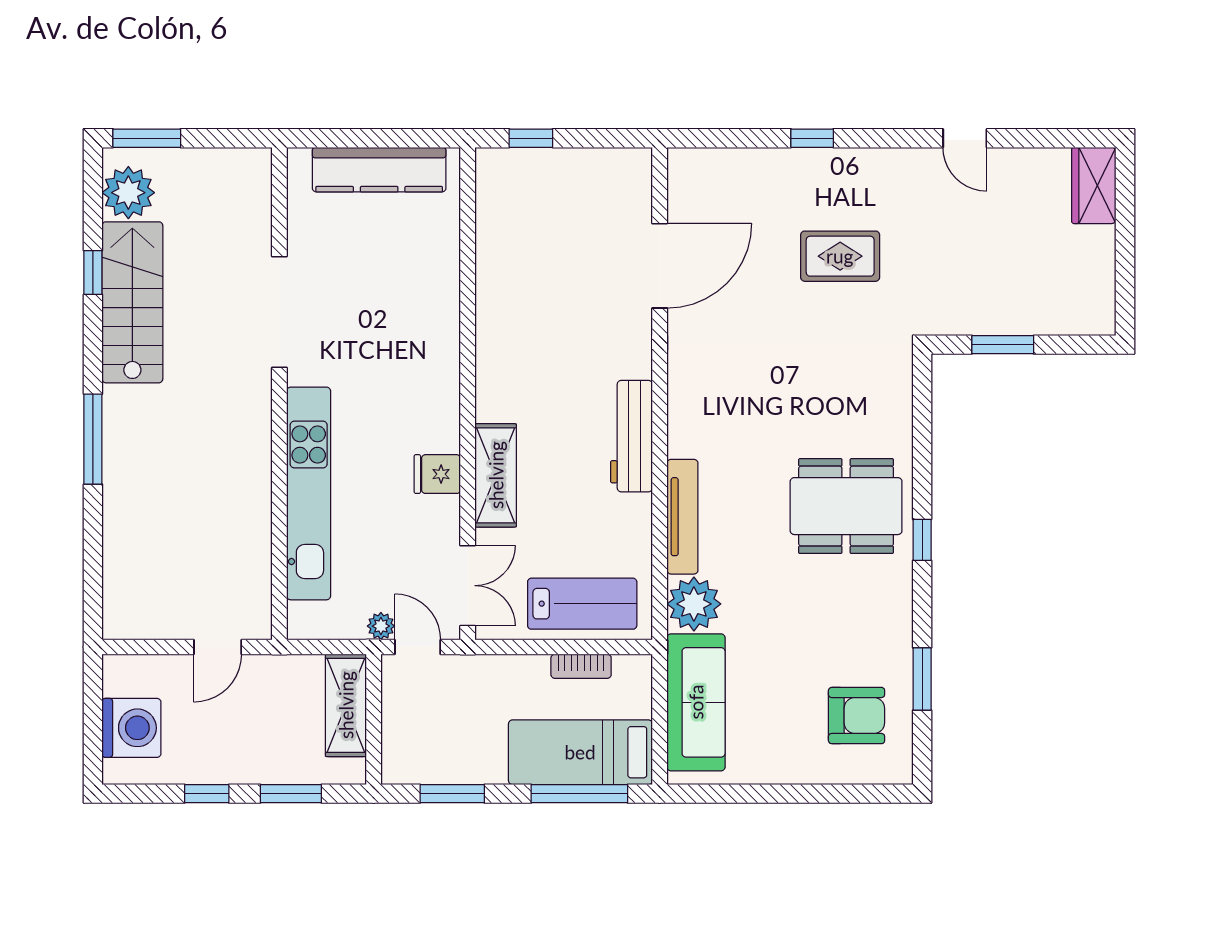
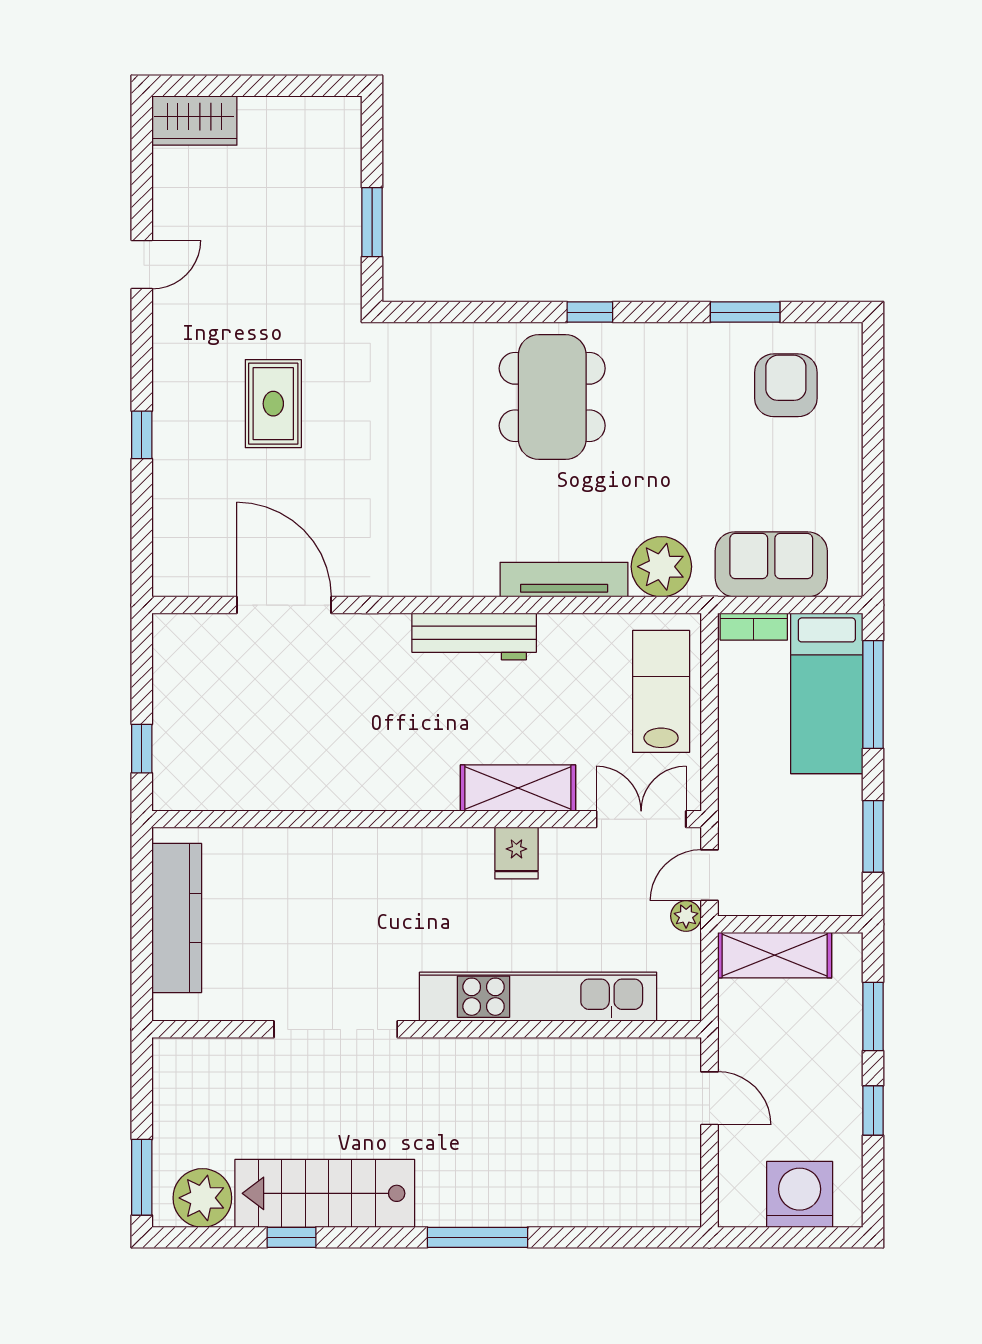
bookcase: (581, 666) -> (754, 627), moved, turned 90
sofa: (696, 702) -> (771, 564), width x0.73

